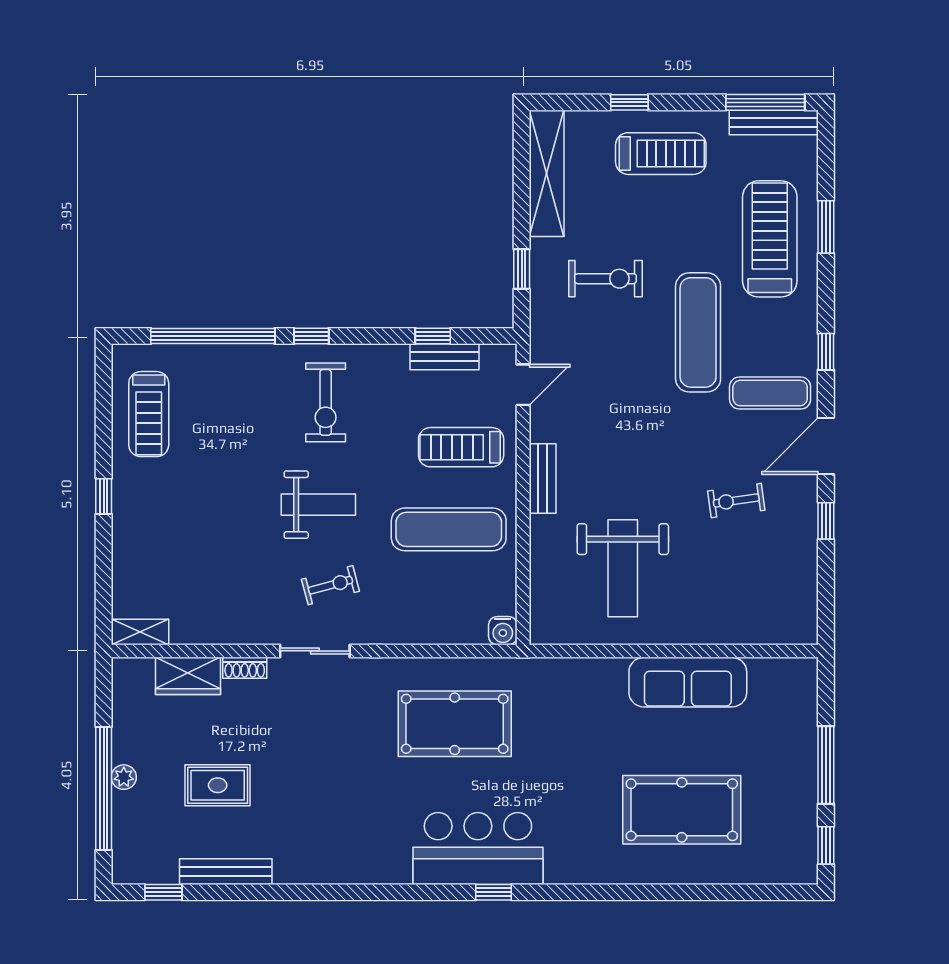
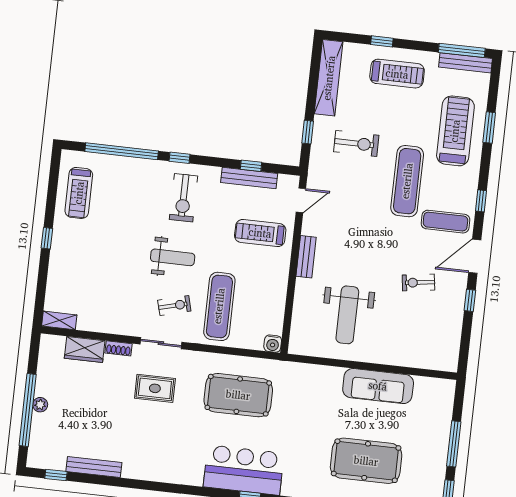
bench: (444, 357) -> (249, 178), width x1.36
exercise mat: (449, 529) -> (219, 306), moved, turned 90
rug: (218, 785) -> (155, 388), moved

